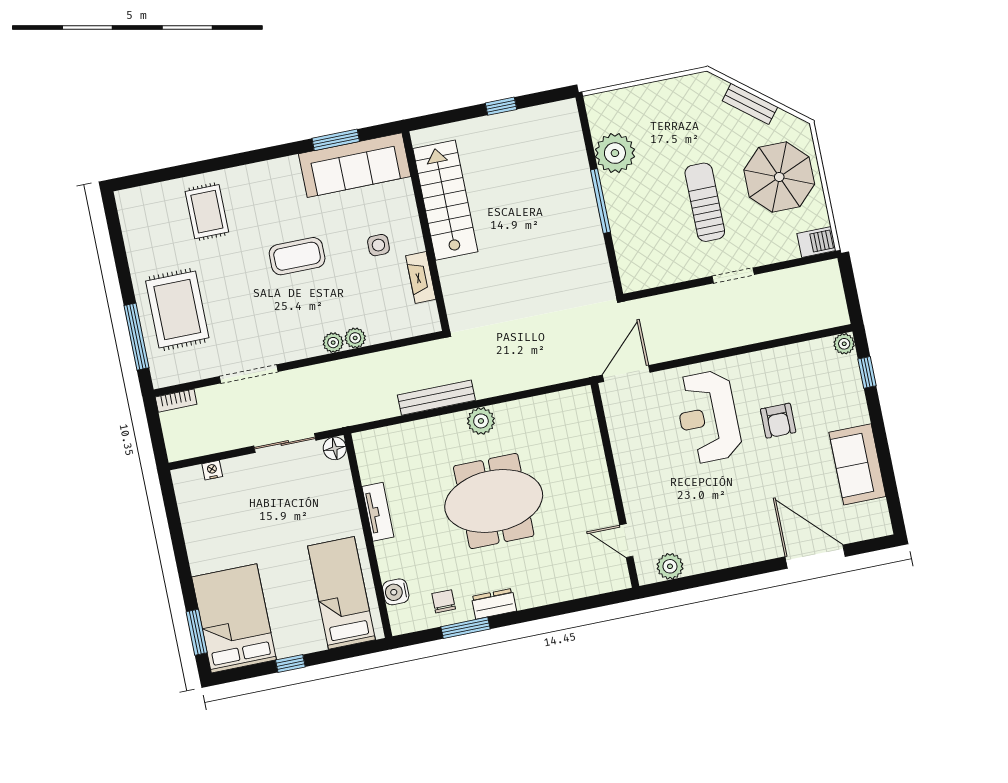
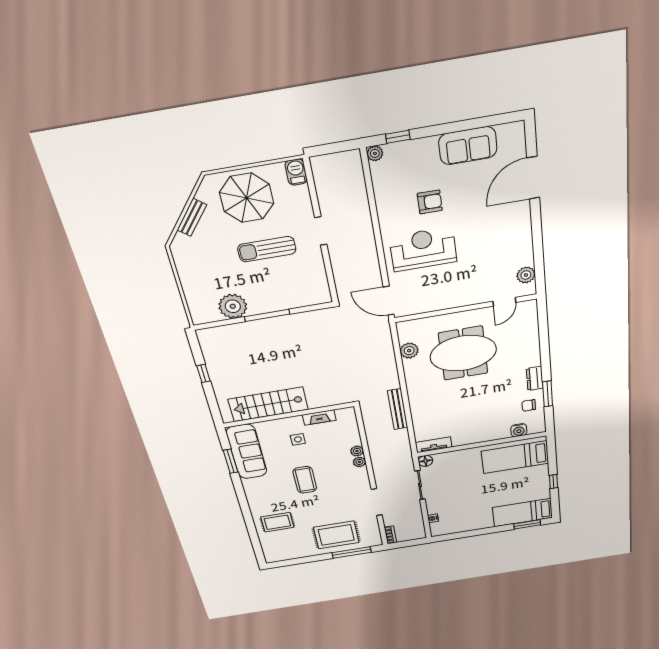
reception desk: (708, 417) -> (423, 249), turned 180
plant: (481, 421) -> (409, 351), moved
meeting table: (494, 501) -> (463, 353), moved, turned 90
tv unit: (378, 512) -> (434, 445), moved
bed: (234, 618) -> (522, 513), width x0.67

